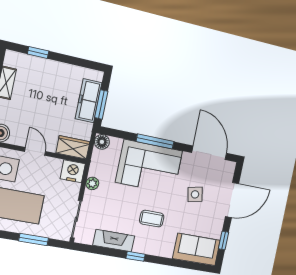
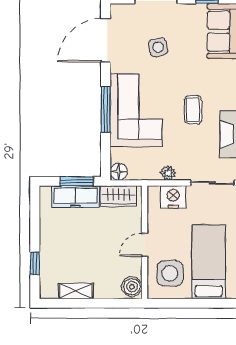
wardrobe: (73, 147) -> (118, 196), moved, turned -90
nightstand: (73, 171) -> (173, 197), moved, turned 90
coffee table: (152, 219) -> (193, 110), moved

